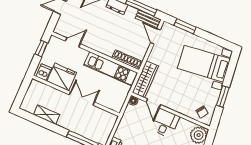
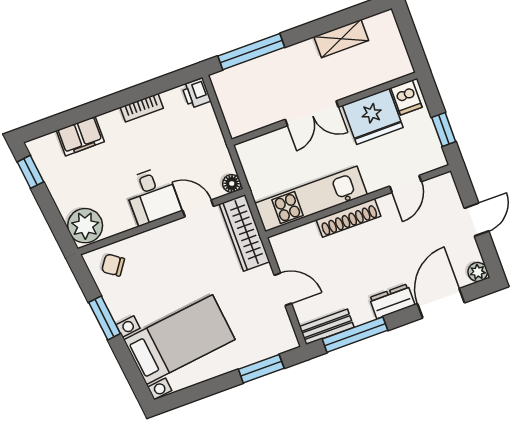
door: (155, 36) -> (283, 289), moved
shoe rack: (127, 60) -> (348, 218), moved

